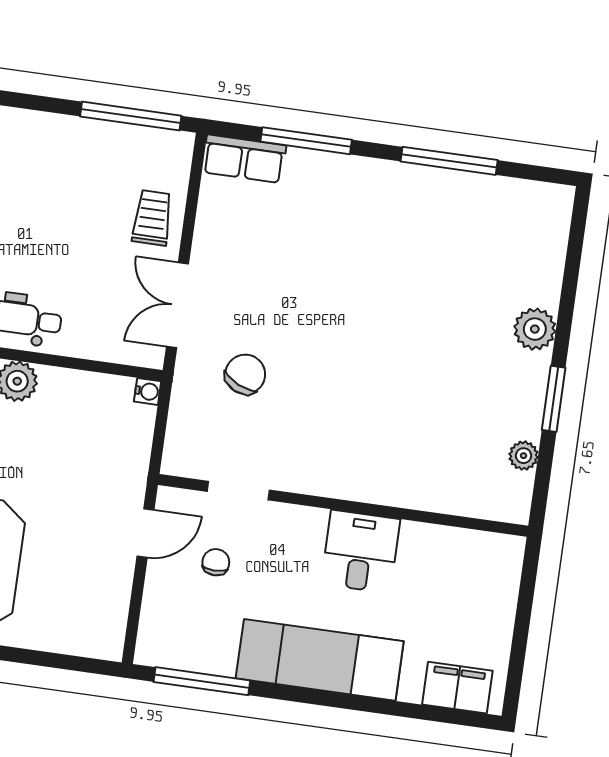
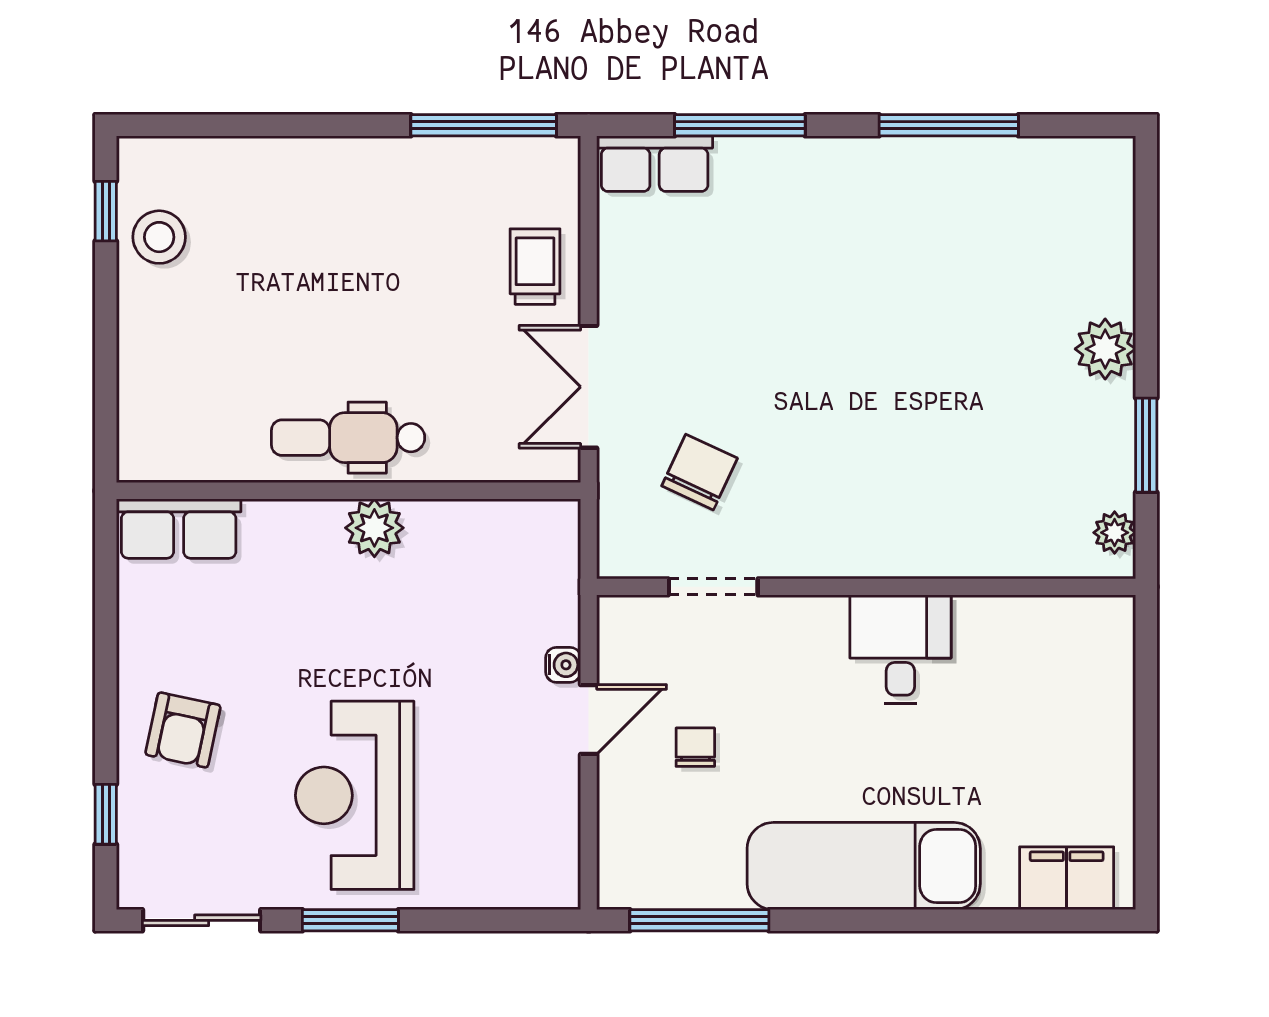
water cooler: (148, 391) -> (563, 665), moved
doorway: (238, 491) -> (713, 587), moved
wall: (343, 505) -> (866, 587), moved
desk: (361, 552) -> (900, 649), moved

